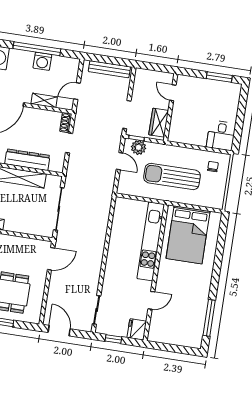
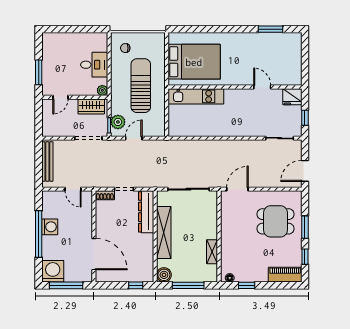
window: (219, 77) -> (39, 72), moved
shelving: (44, 100) -> (87, 219), removed
desk: (221, 135) -> (94, 65), moved
plant: (173, 137) -> (102, 90), added
dresser: (27, 160) -> (146, 212), moved
sun lounger: (172, 176) -> (141, 86), turned 180
kitchen unit: (151, 241) -> (196, 96), width x0.73
door: (51, 259) -> (237, 189), hinge flipped
window: (209, 318) -> (270, 29), width x0.69

